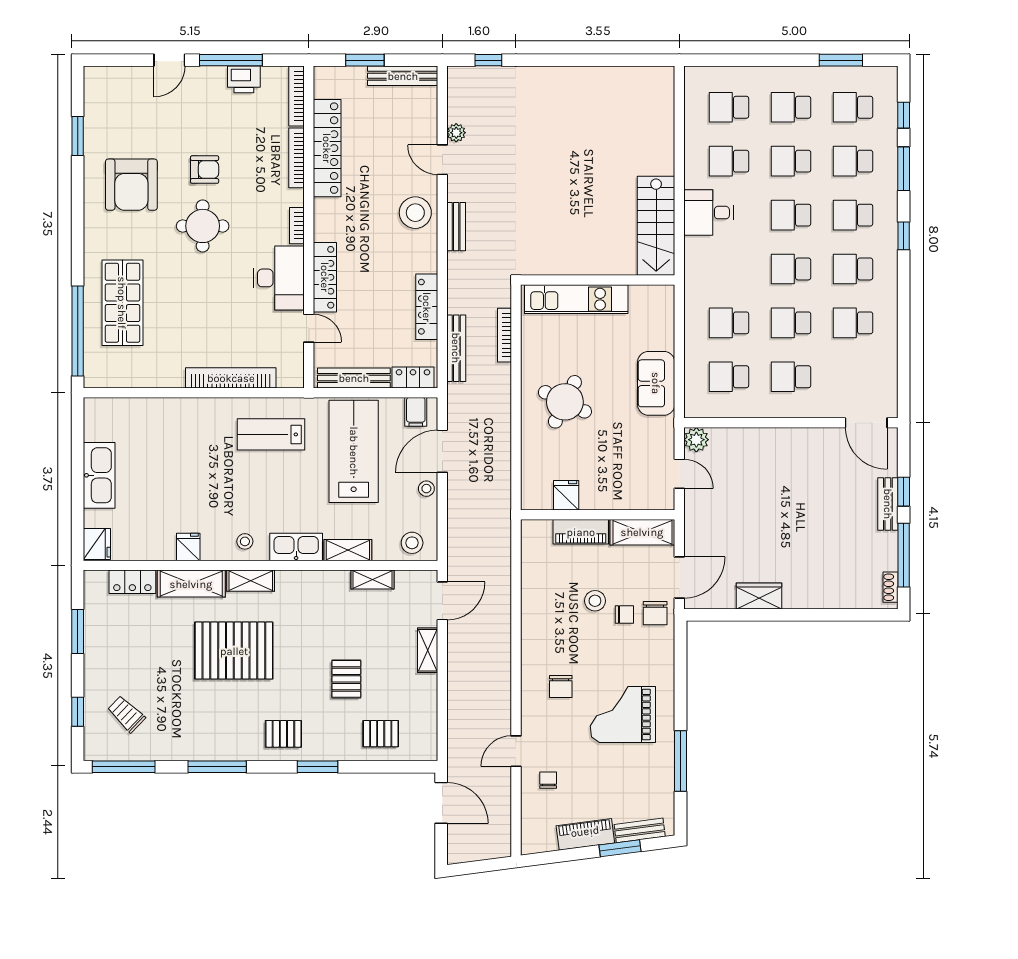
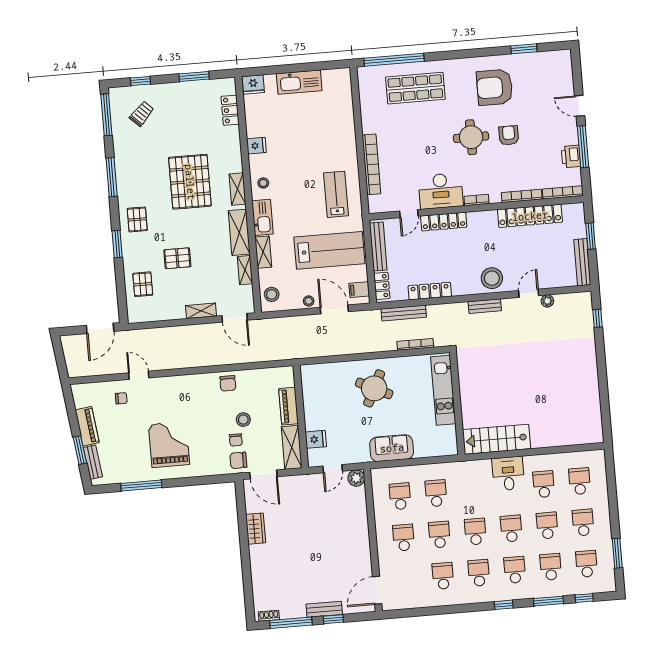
armchair: (205, 170) -> (509, 135), turned 180
fridge: (566, 495) -> (316, 439), moved
shelving: (191, 584) -> (239, 232), moved
chair: (561, 687) -> (228, 383), moved, turned -90

